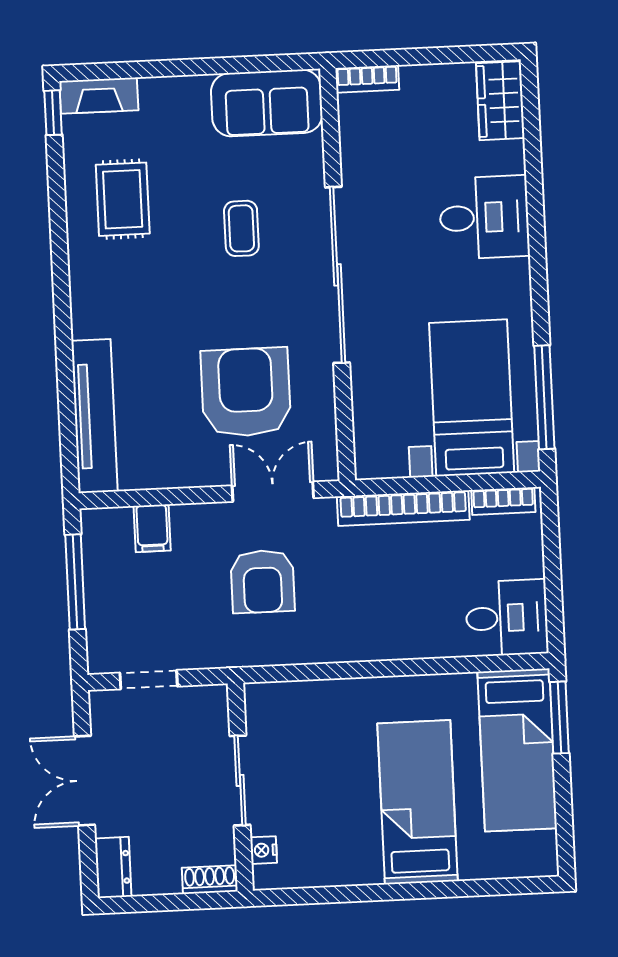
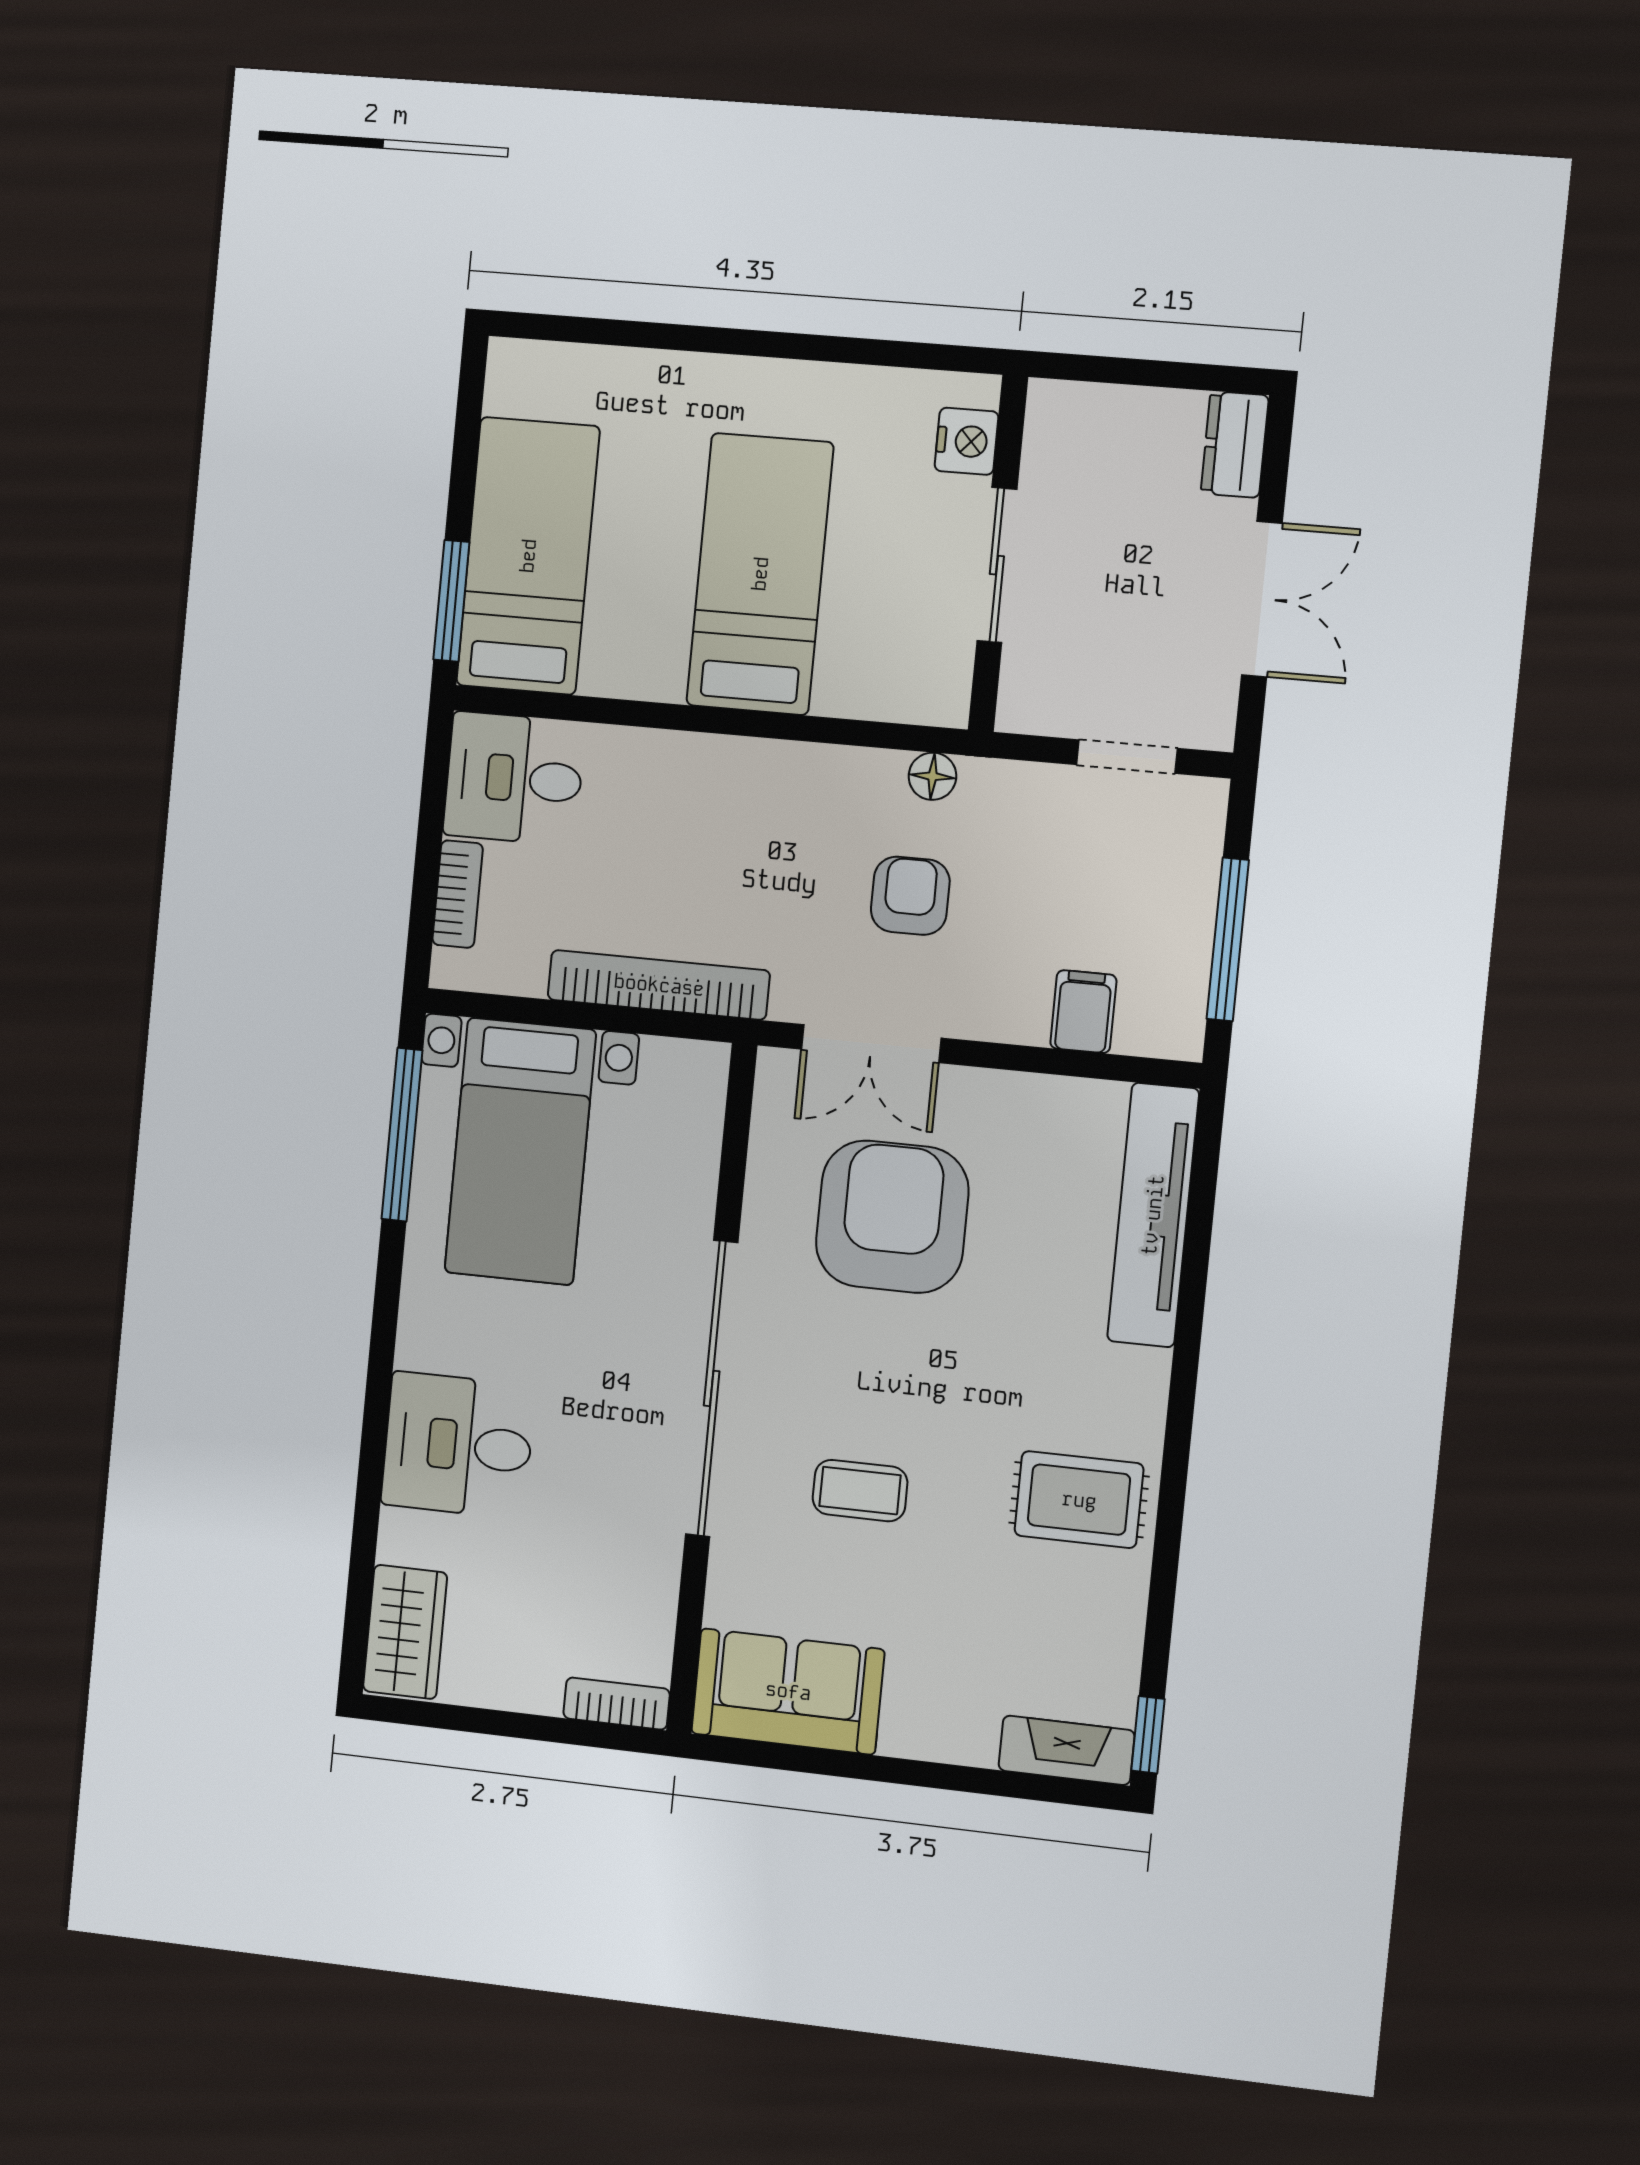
rug: (123, 199) -> (1079, 1500), moved, turned 90
coffee table: (241, 228) -> (860, 1491), turned 90
armchair: (246, 392) -> (892, 1217), turned 180
bookcase: (503, 501) -> (458, 894), moved, turned 90
armchair: (263, 581) -> (910, 896), width x0.72, depth x0.72
floor lamp: (260, 653) -> (932, 776), added
bed: (418, 802) -> (760, 574), moved, turned 180
nightstand: (264, 850) -> (967, 441), width x1.39, depth x1.35
shoe rack: (210, 880) -> (1073, 403), removed

